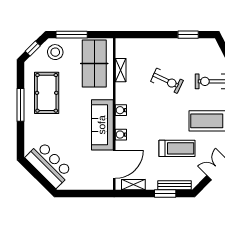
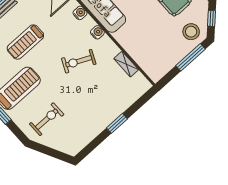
window: (188, 35) -> (117, 123), moved
table tennis table: (94, 63) -> (152, 50), removed
exercise bike: (167, 81) -> (79, 61), moved

